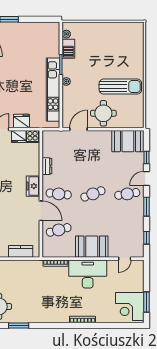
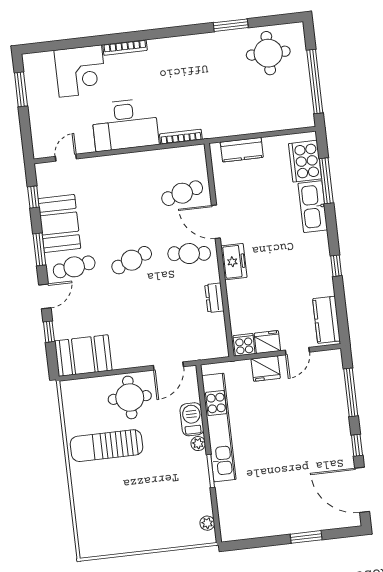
barbecue: (68, 49) -> (192, 419), moved
booth: (92, 247) -> (59, 223), moved, turned 90
corner desk: (130, 306) -> (80, 71), moved, turned 90

